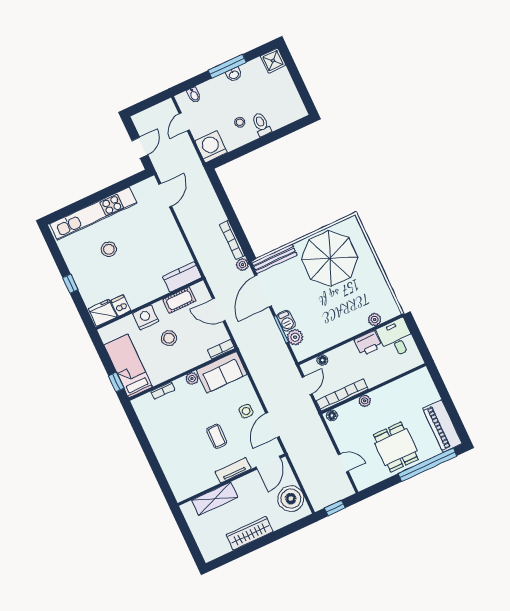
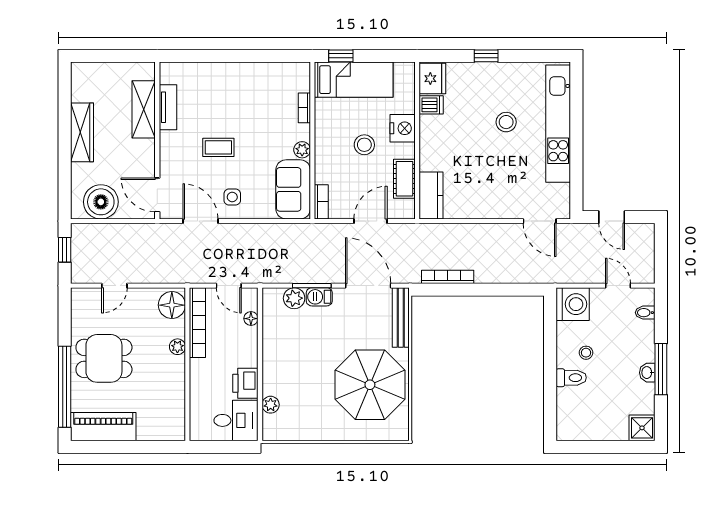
plant: (242, 265) -> (412, 275), removed
floor lamp: (332, 416) -> (172, 305), width x1.89, depth x1.89
tv unit: (233, 470) -> (168, 107), moved

